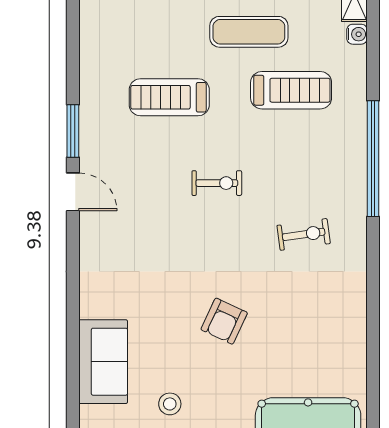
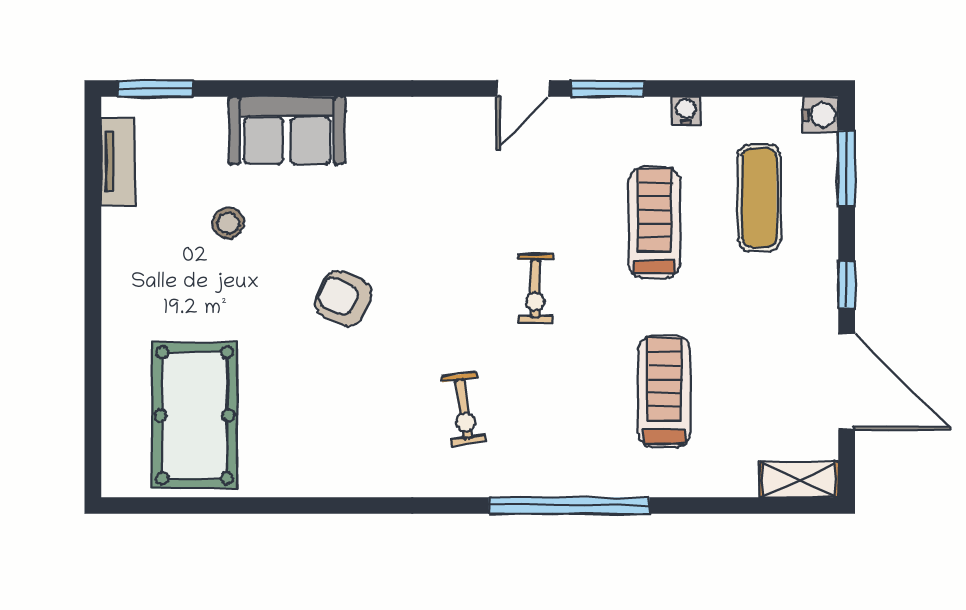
exercise mat: (249, 32) -> (759, 198), moved
water cooler: (357, 34) -> (686, 111), moved, turned 180
treadmill: (291, 90) -> (664, 392), turned 180

